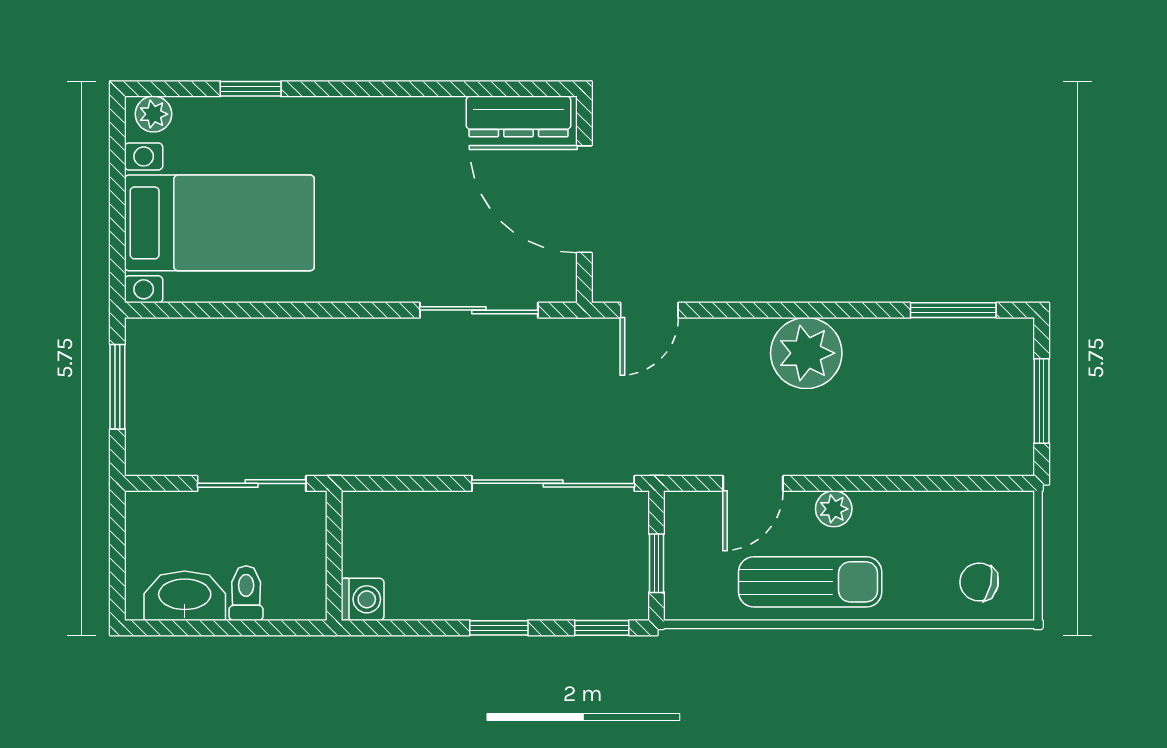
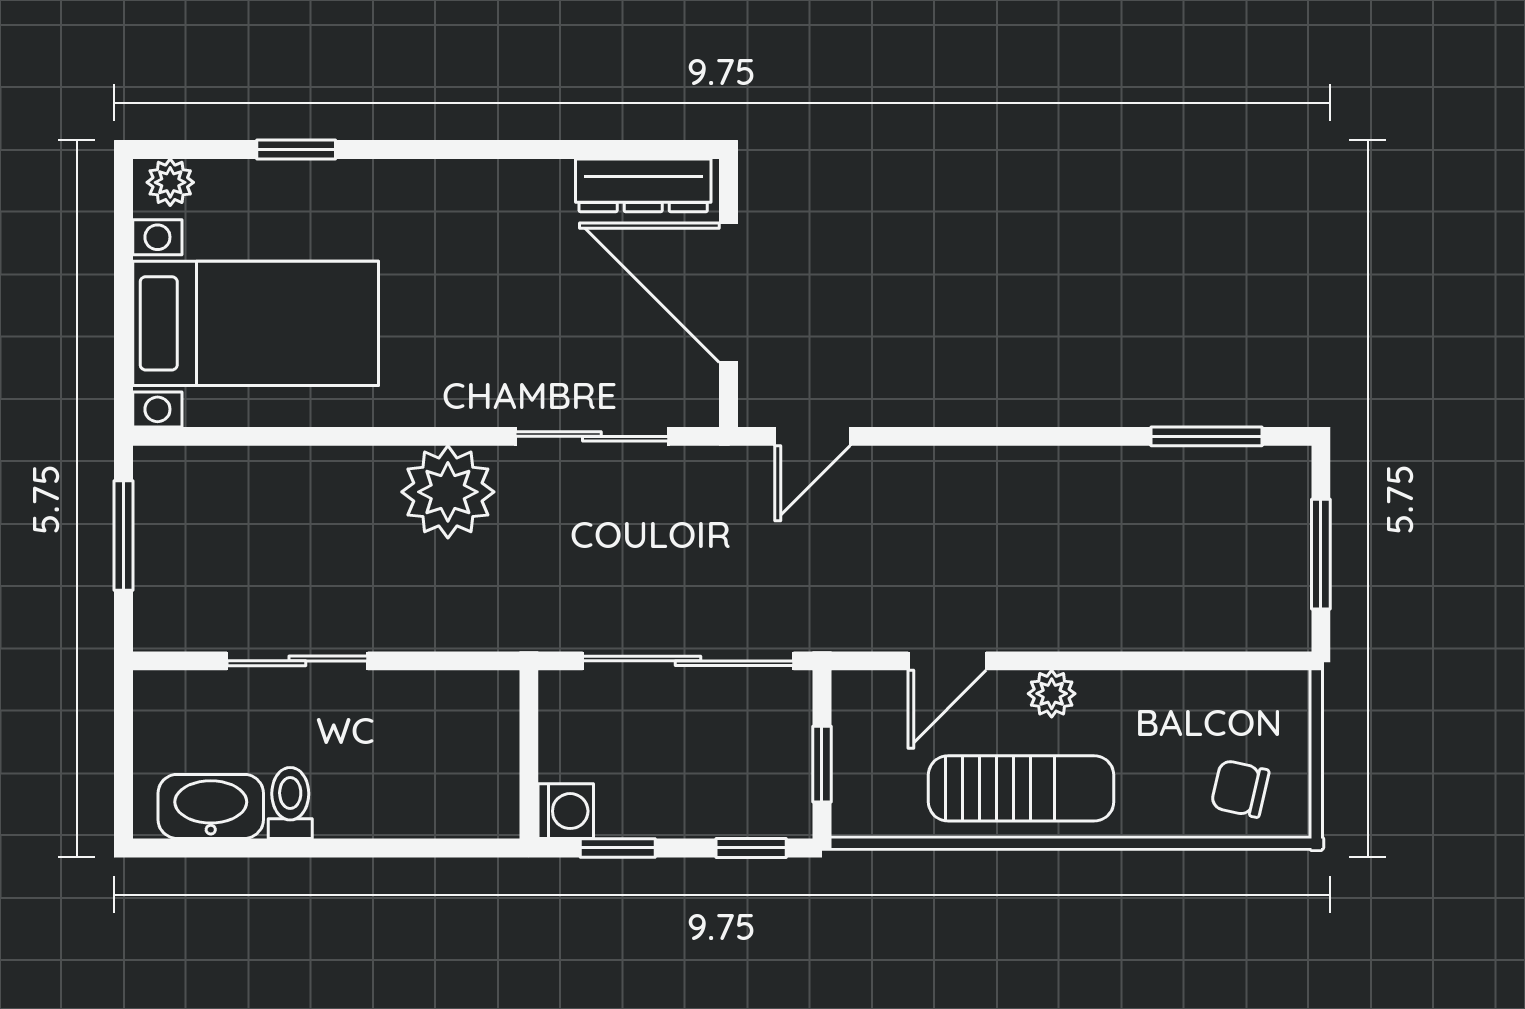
plant: (806, 353) -> (448, 492), moved
wall: (334, 556) -> (529, 754), moved
washing machine: (363, 599) -> (566, 811), moved

